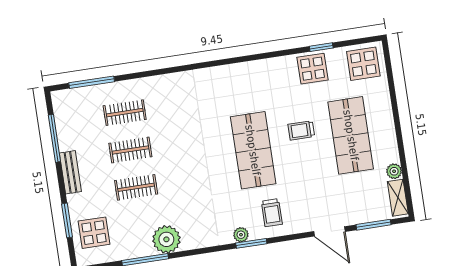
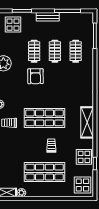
shelving: (249, 72) -> (87, 122), added
armchair: (181, 178) -> (35, 76), added

